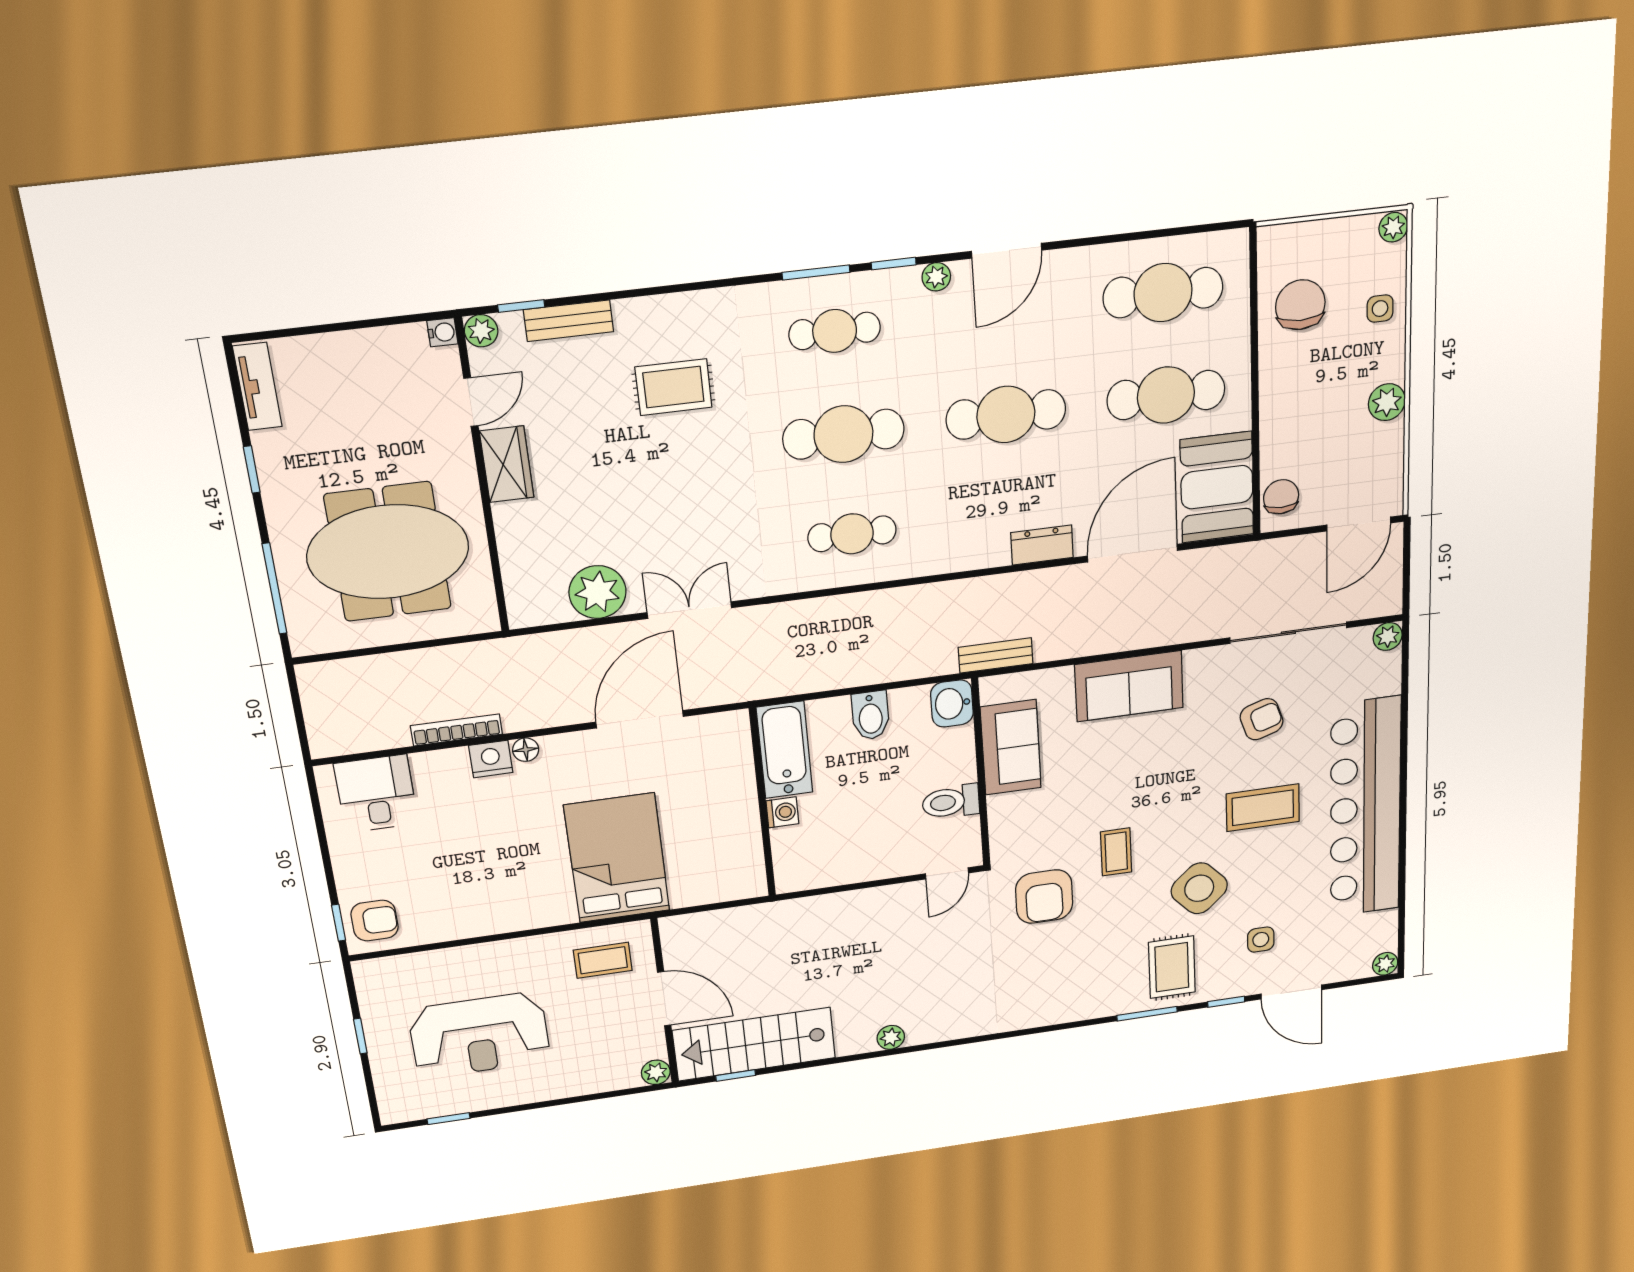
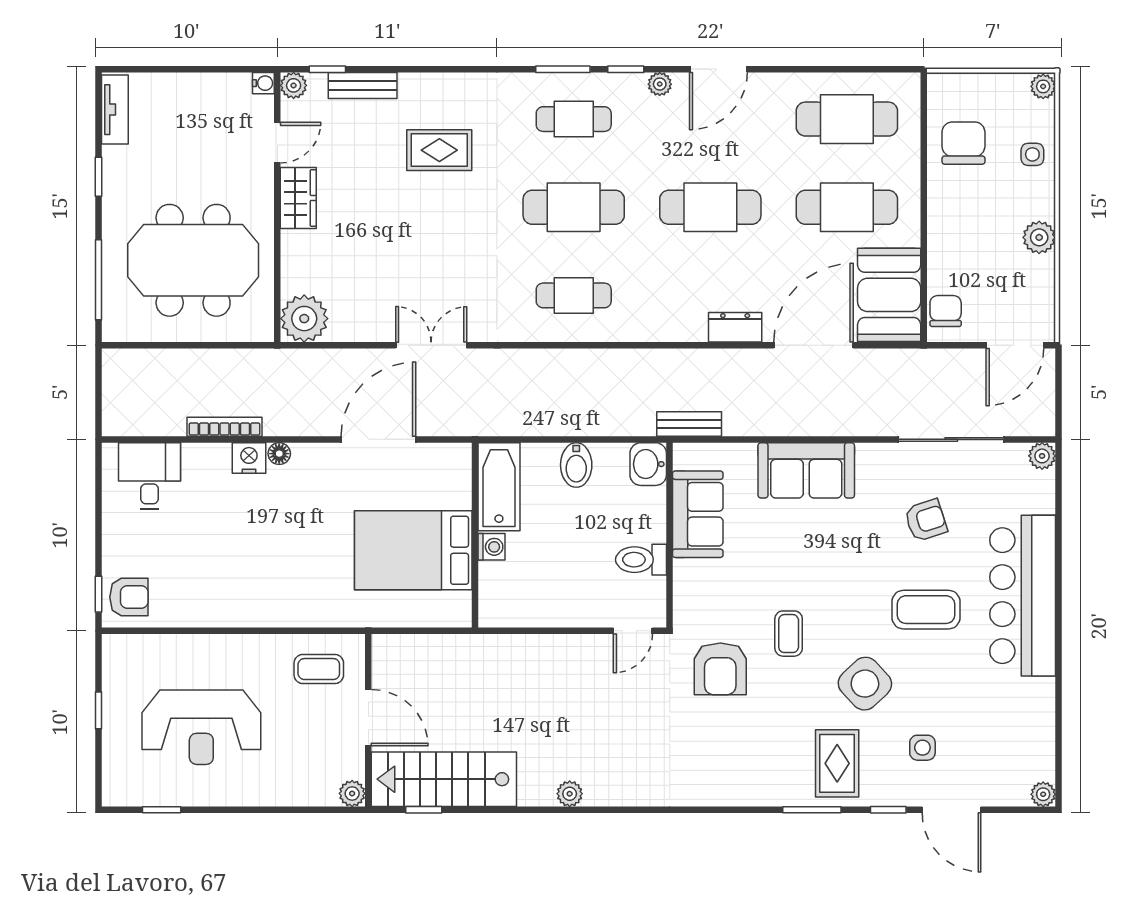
plant: (597, 592) -> (304, 319), moved
bar counter: (1365, 808) -> (1023, 596), width x0.73
bed: (617, 858) -> (413, 550), moved, turned -90

